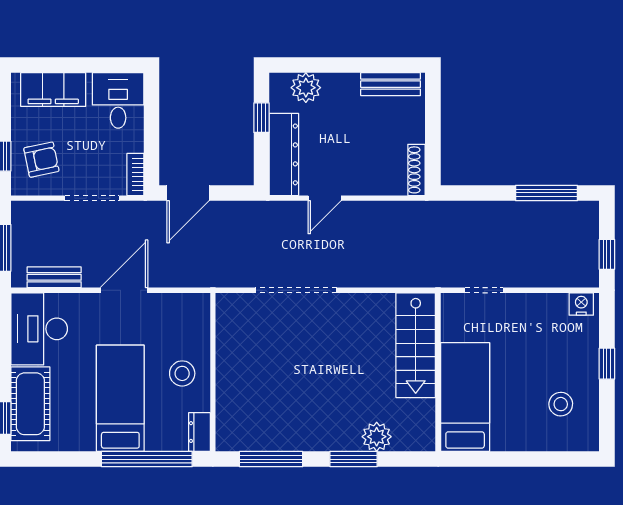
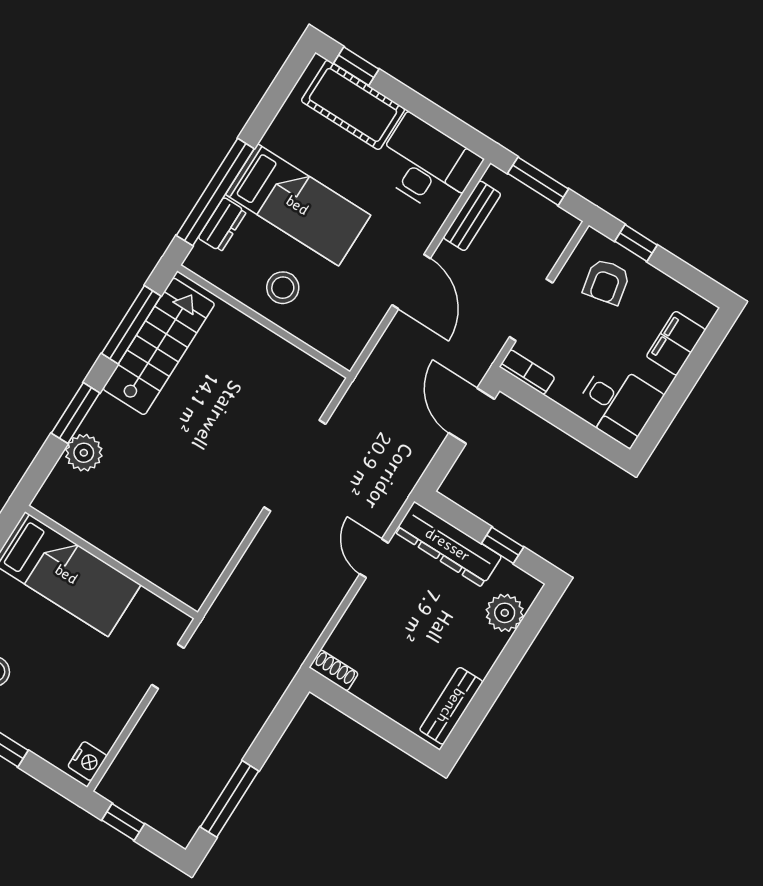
filing cabinet: (53, 90) -> (676, 343), width x0.67, depth x0.86
shoe rack: (417, 170) -> (334, 670), width x0.70
stairs: (416, 345) -> (159, 346), moved, turned 90
dresser: (199, 432) -> (222, 225), moved, turned 90

